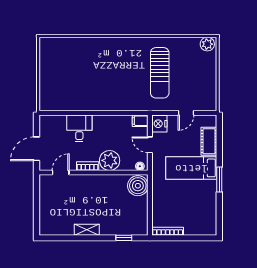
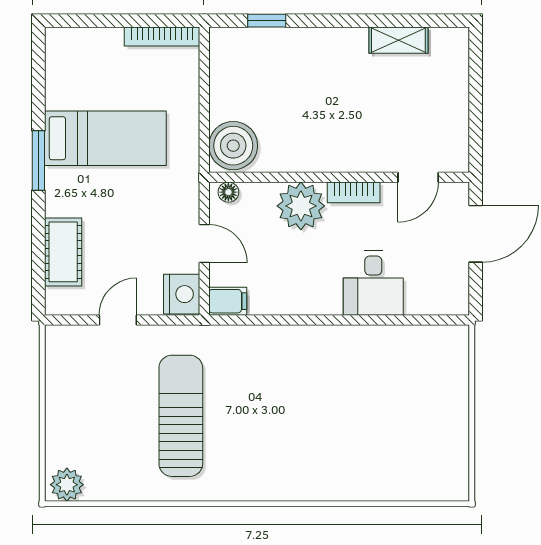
bed: (191, 168) -> (105, 138), moved
shelving: (87, 230) -> (398, 40), moved

